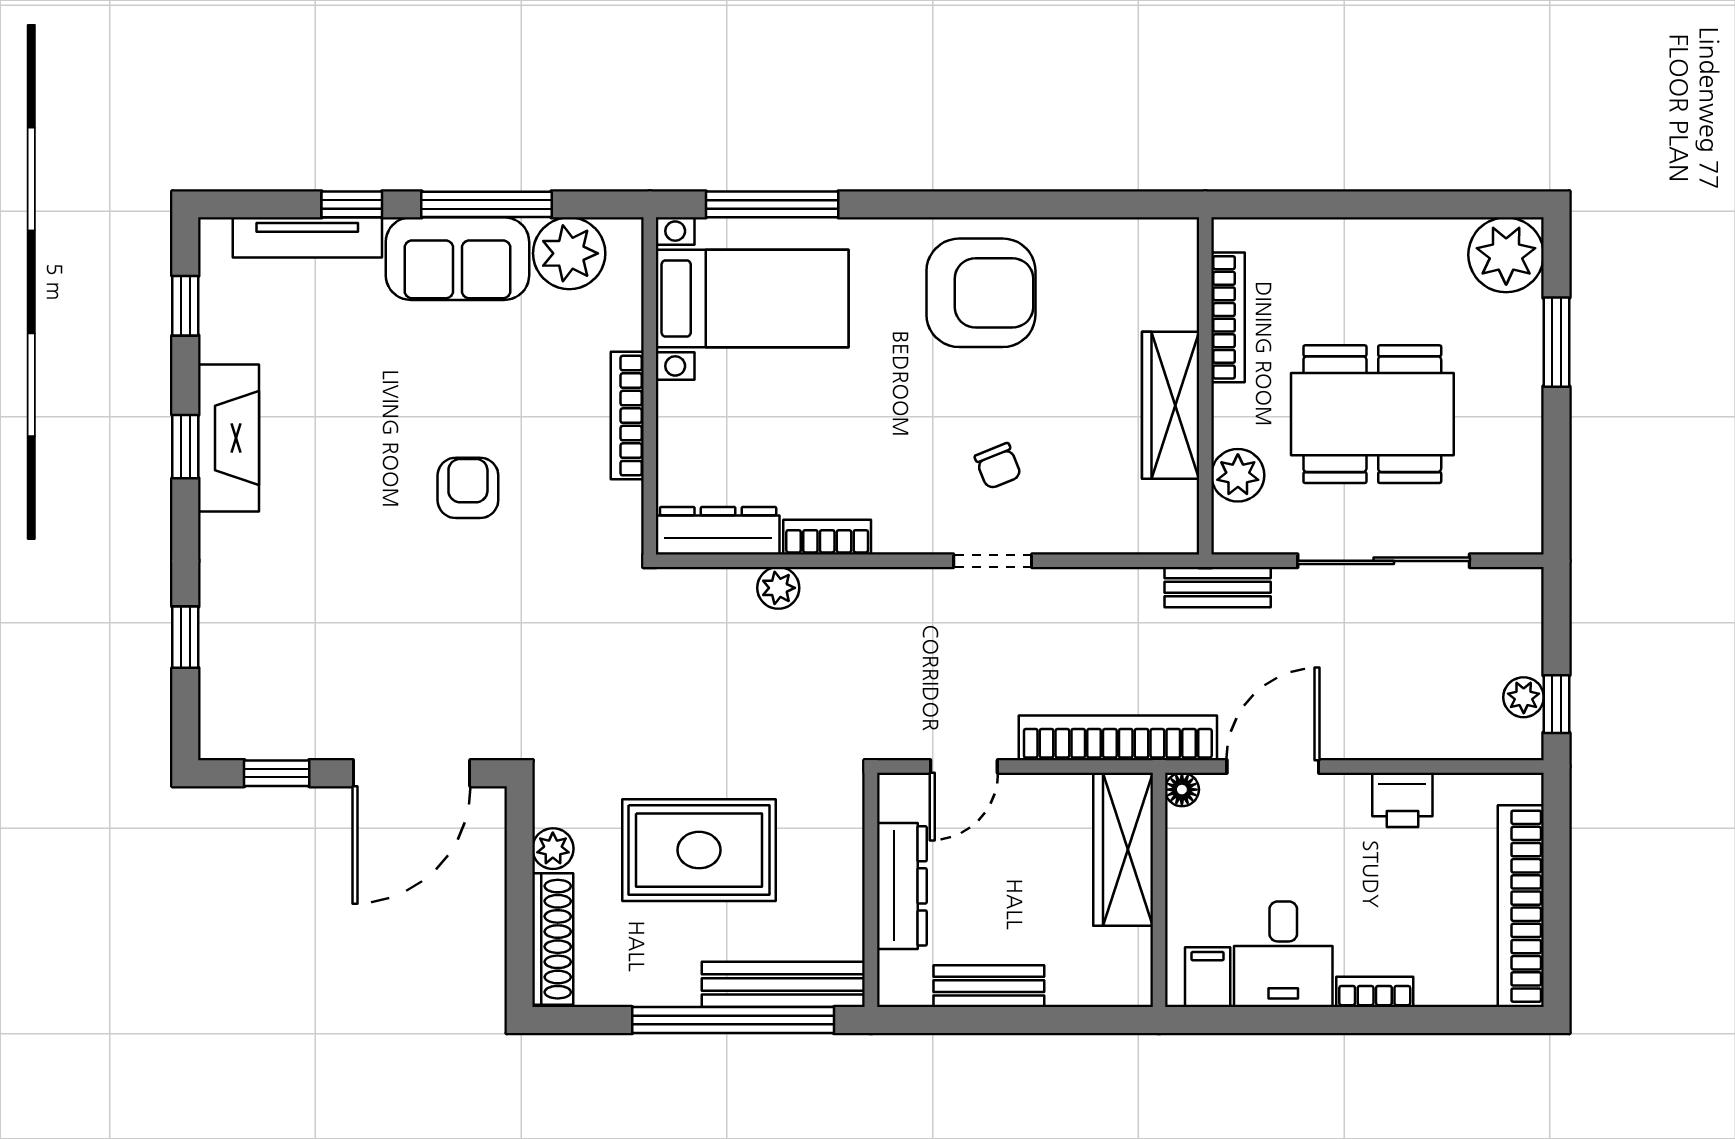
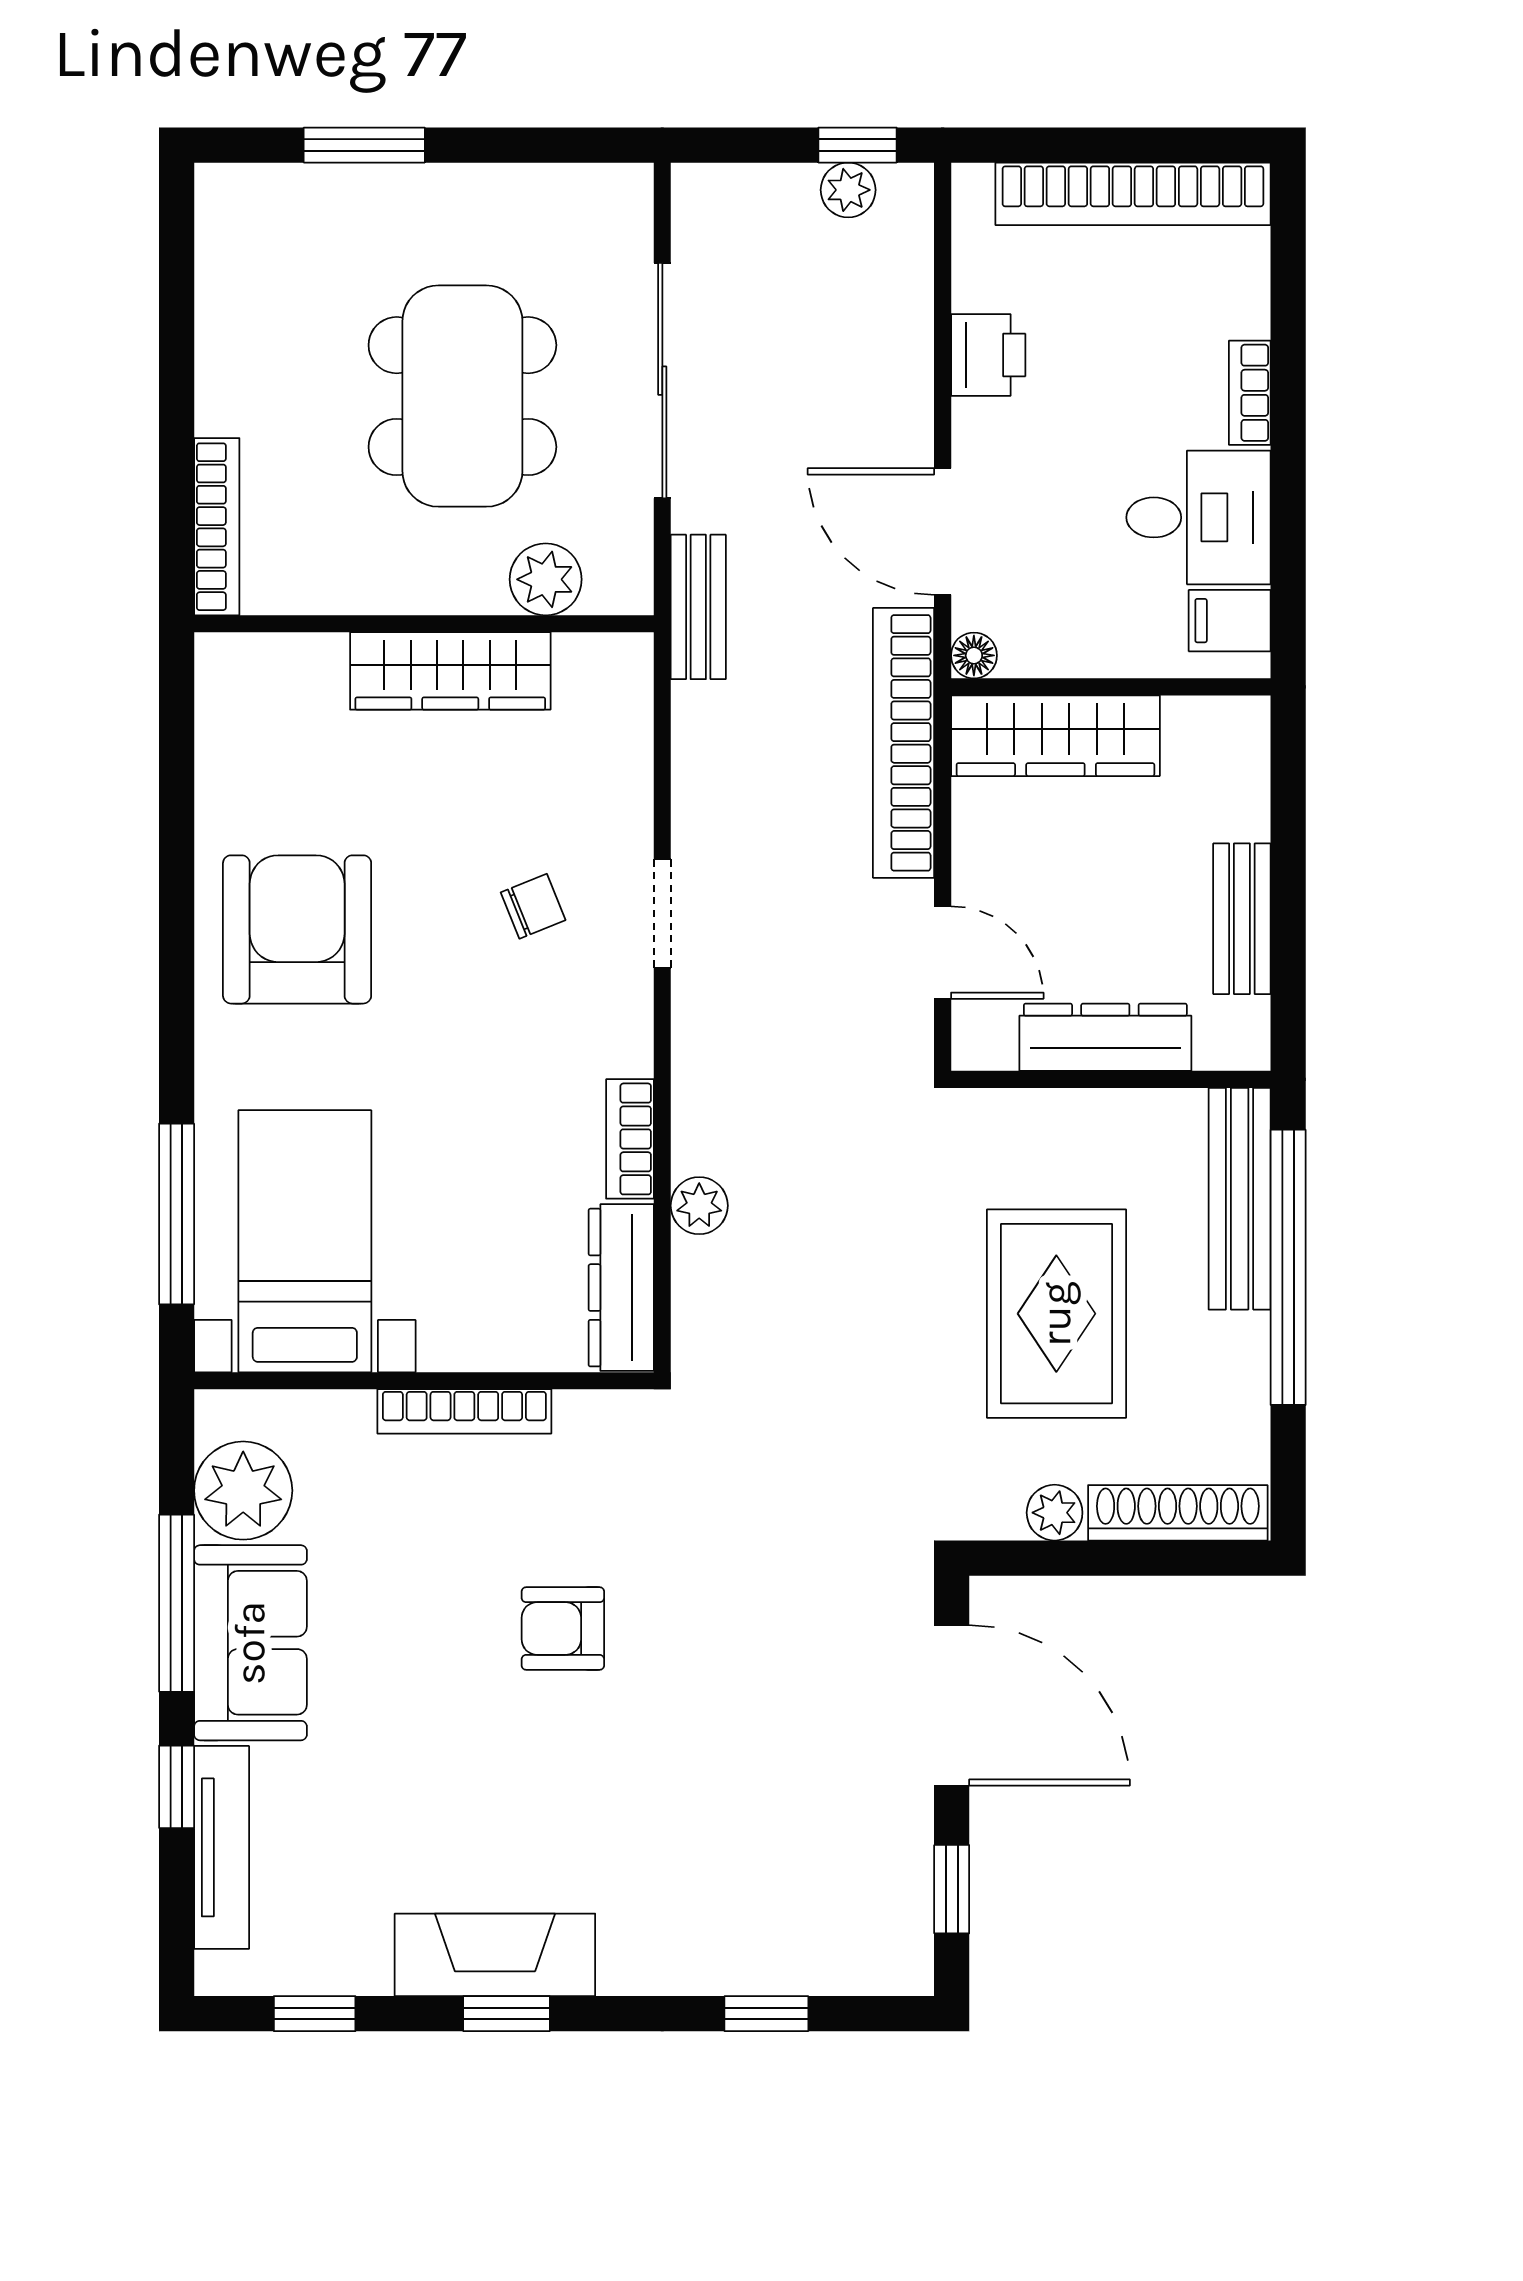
plant: (1506, 255) -> (245, 214), removed
bookcase: (1228, 317) -> (217, 527), moved, turned 90

